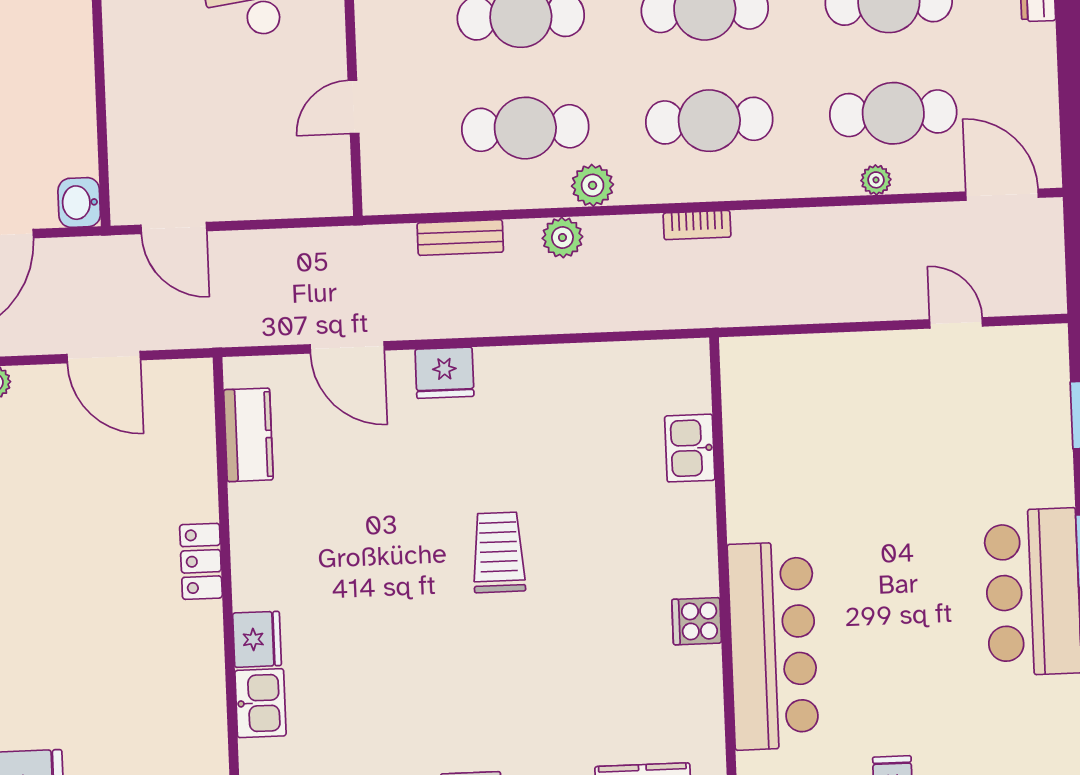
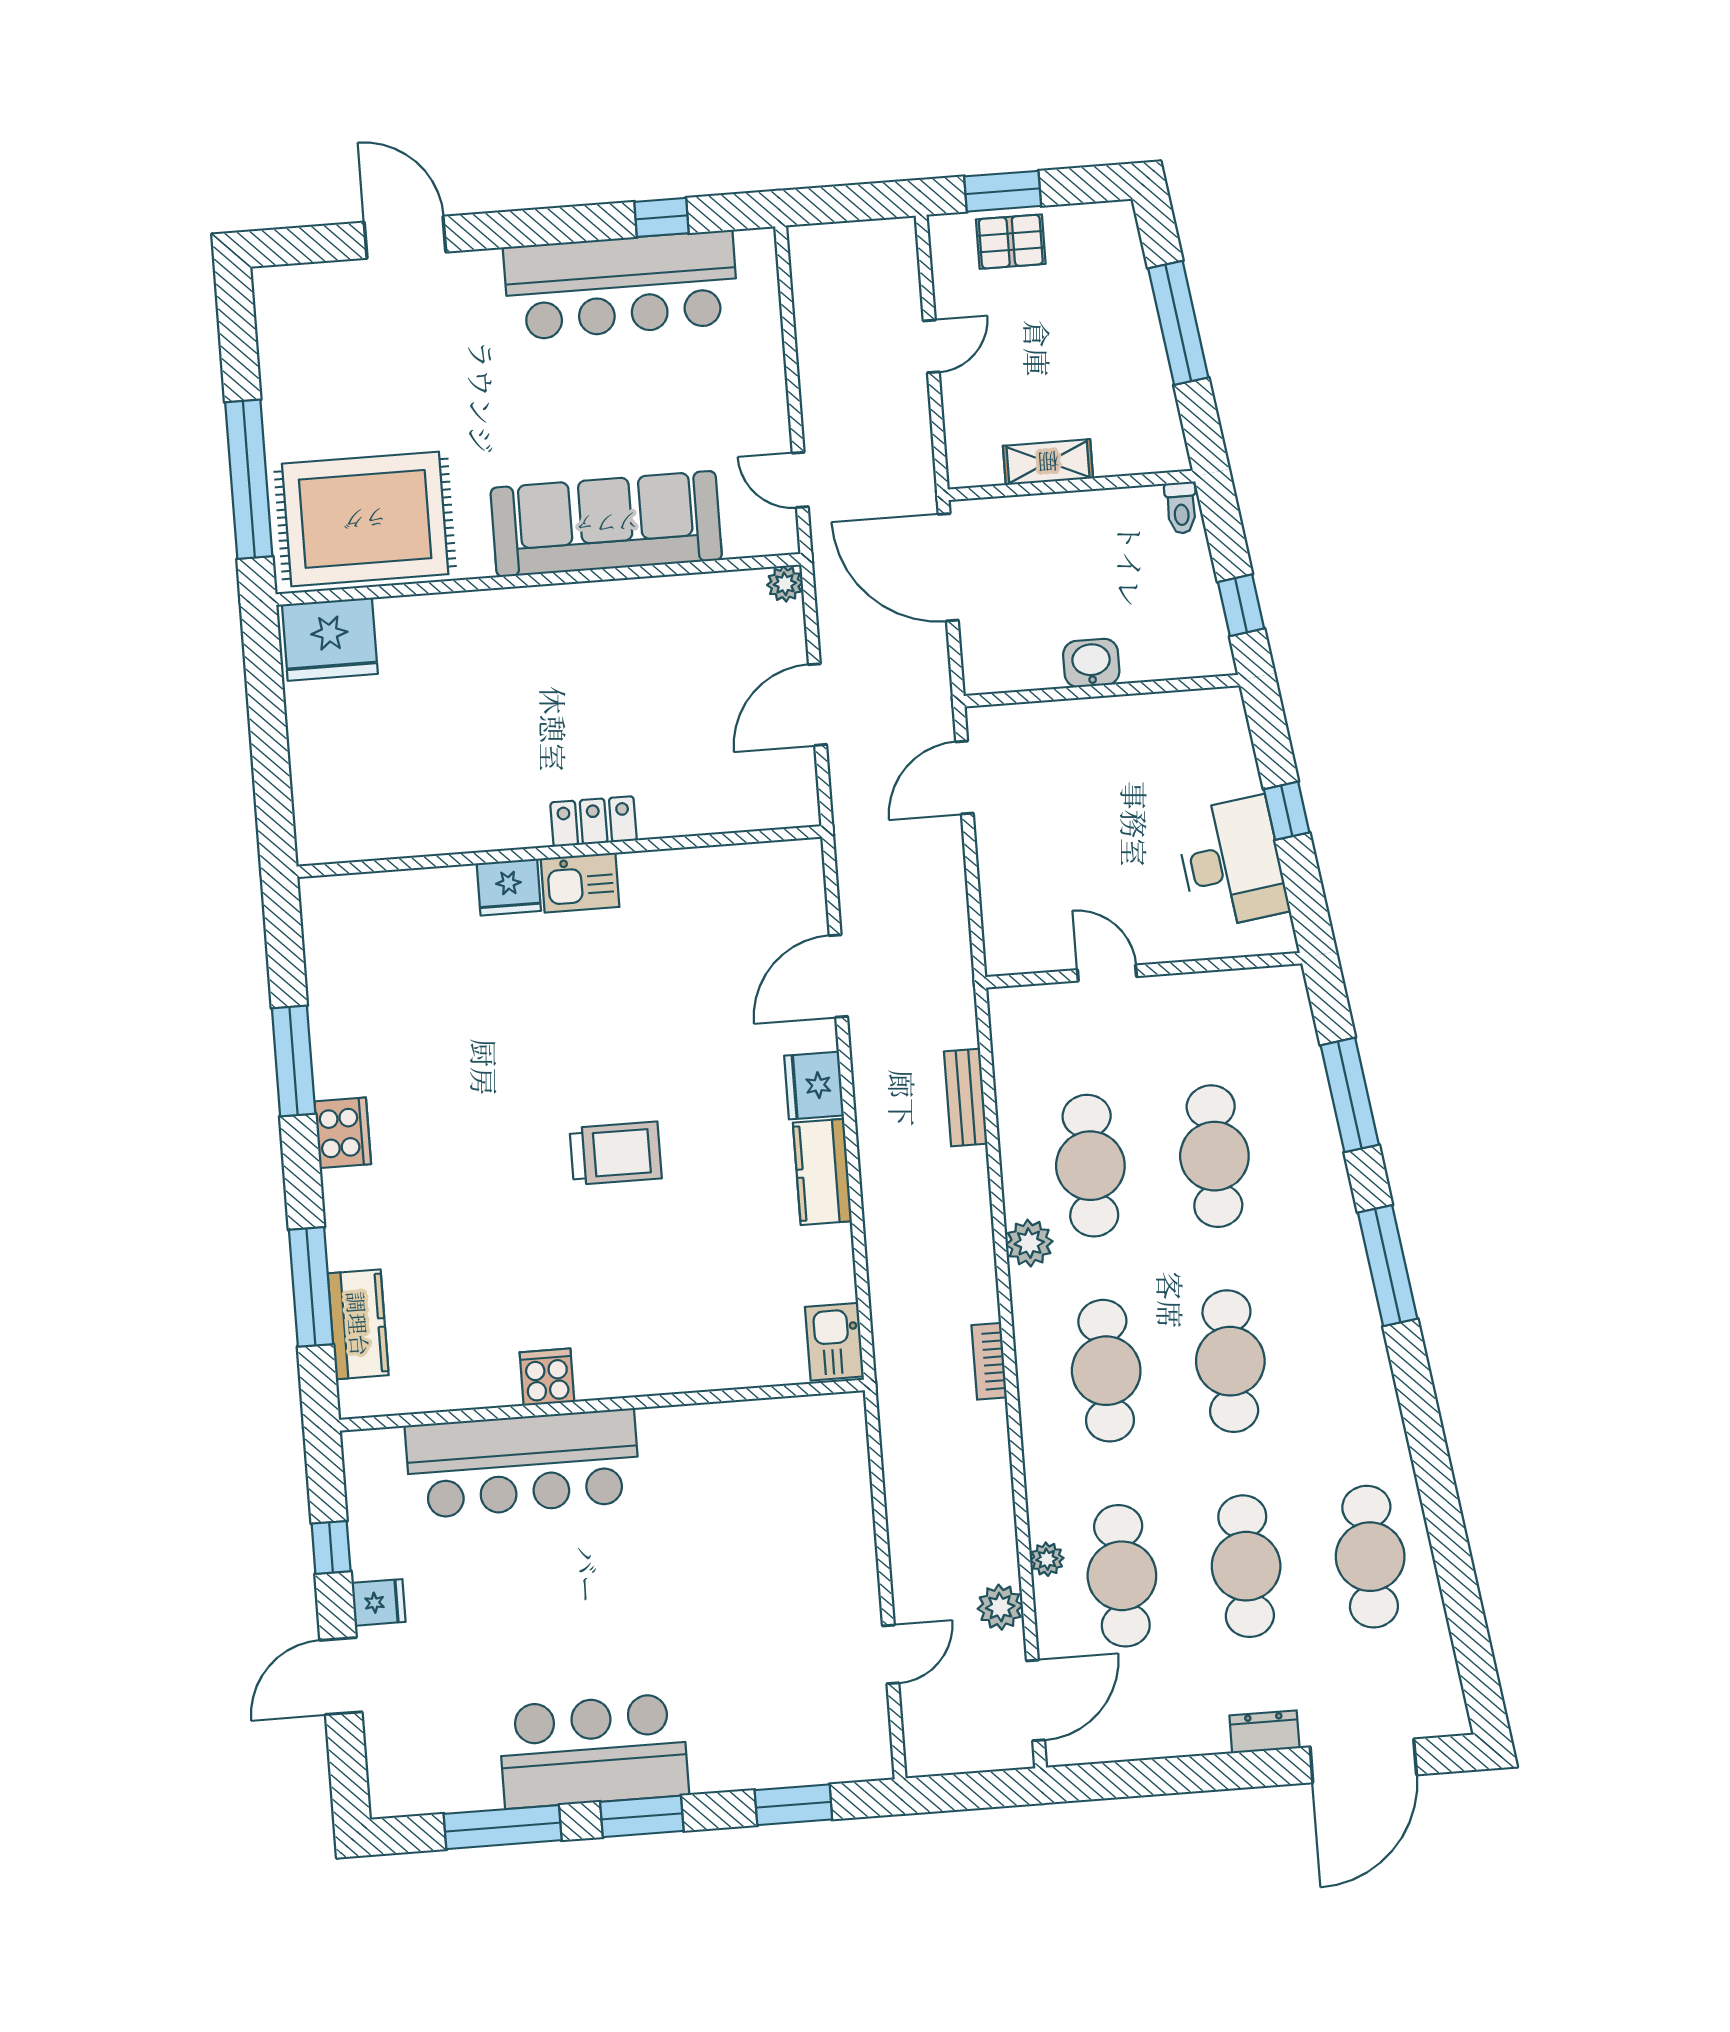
washbasin: (79, 202) -> (1091, 663), moved
plant: (562, 237) -> (1000, 1607), moved
kitchen counter: (248, 435) -> (822, 1172), moved, turned 90
kitchen sink: (690, 448) -> (834, 1342), moved, turned -90
kitchen sink: (260, 703) -> (580, 883), moved

